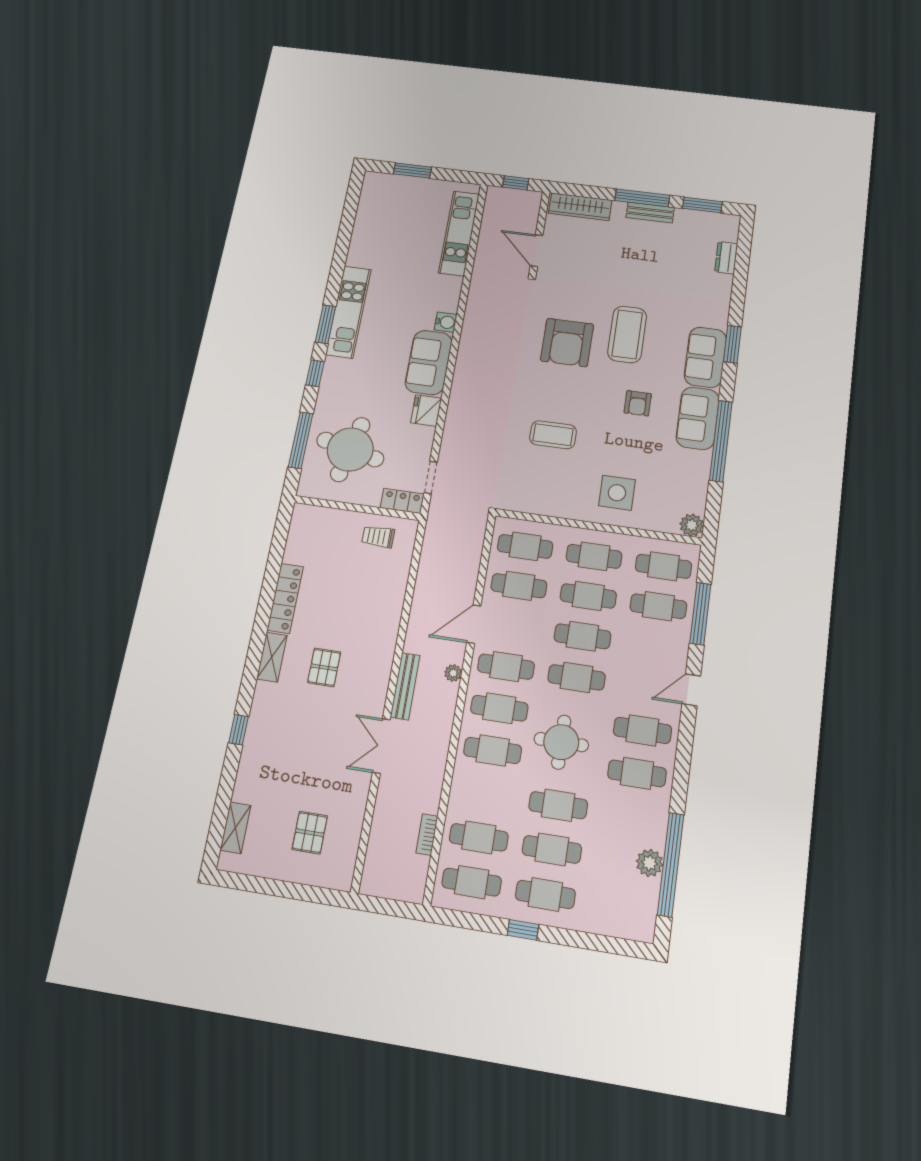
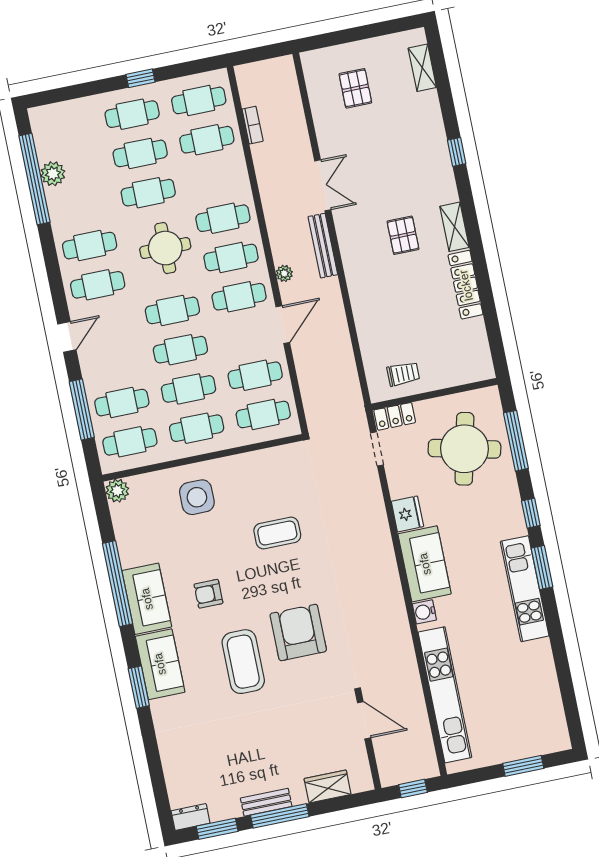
wardrobe: (580, 207) -> (328, 786), width x0.67
kitchen unit: (459, 233) -> (445, 695), width x1.36
dresser: (726, 258) -> (191, 817), moved, turned -90
armchair: (638, 403) -> (208, 594), turned -90

